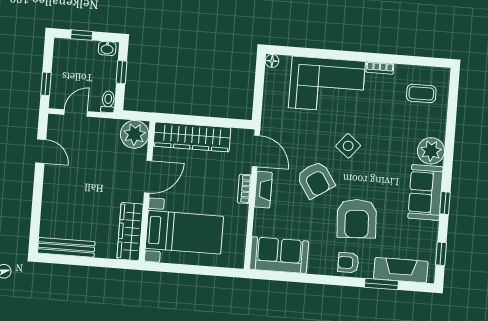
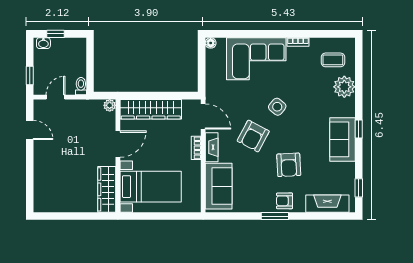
washbasin: (107, 48) -> (43, 43), moved
window: (122, 72) -> (90, 61), removed
plant: (135, 134) -> (110, 105), width x0.53, depth x0.53
plant: (431, 151) -> (344, 87), moved
armchair: (316, 180) -> (253, 136), turned 61
window: (445, 203) -> (359, 129), moved
armchair: (357, 219) -> (289, 165), width x0.73, depth x0.73
bench: (66, 247) -> (56, 206), removed
sofa: (279, 255) -> (219, 186), moved, turned 90
window: (381, 284) -> (275, 216), moved

